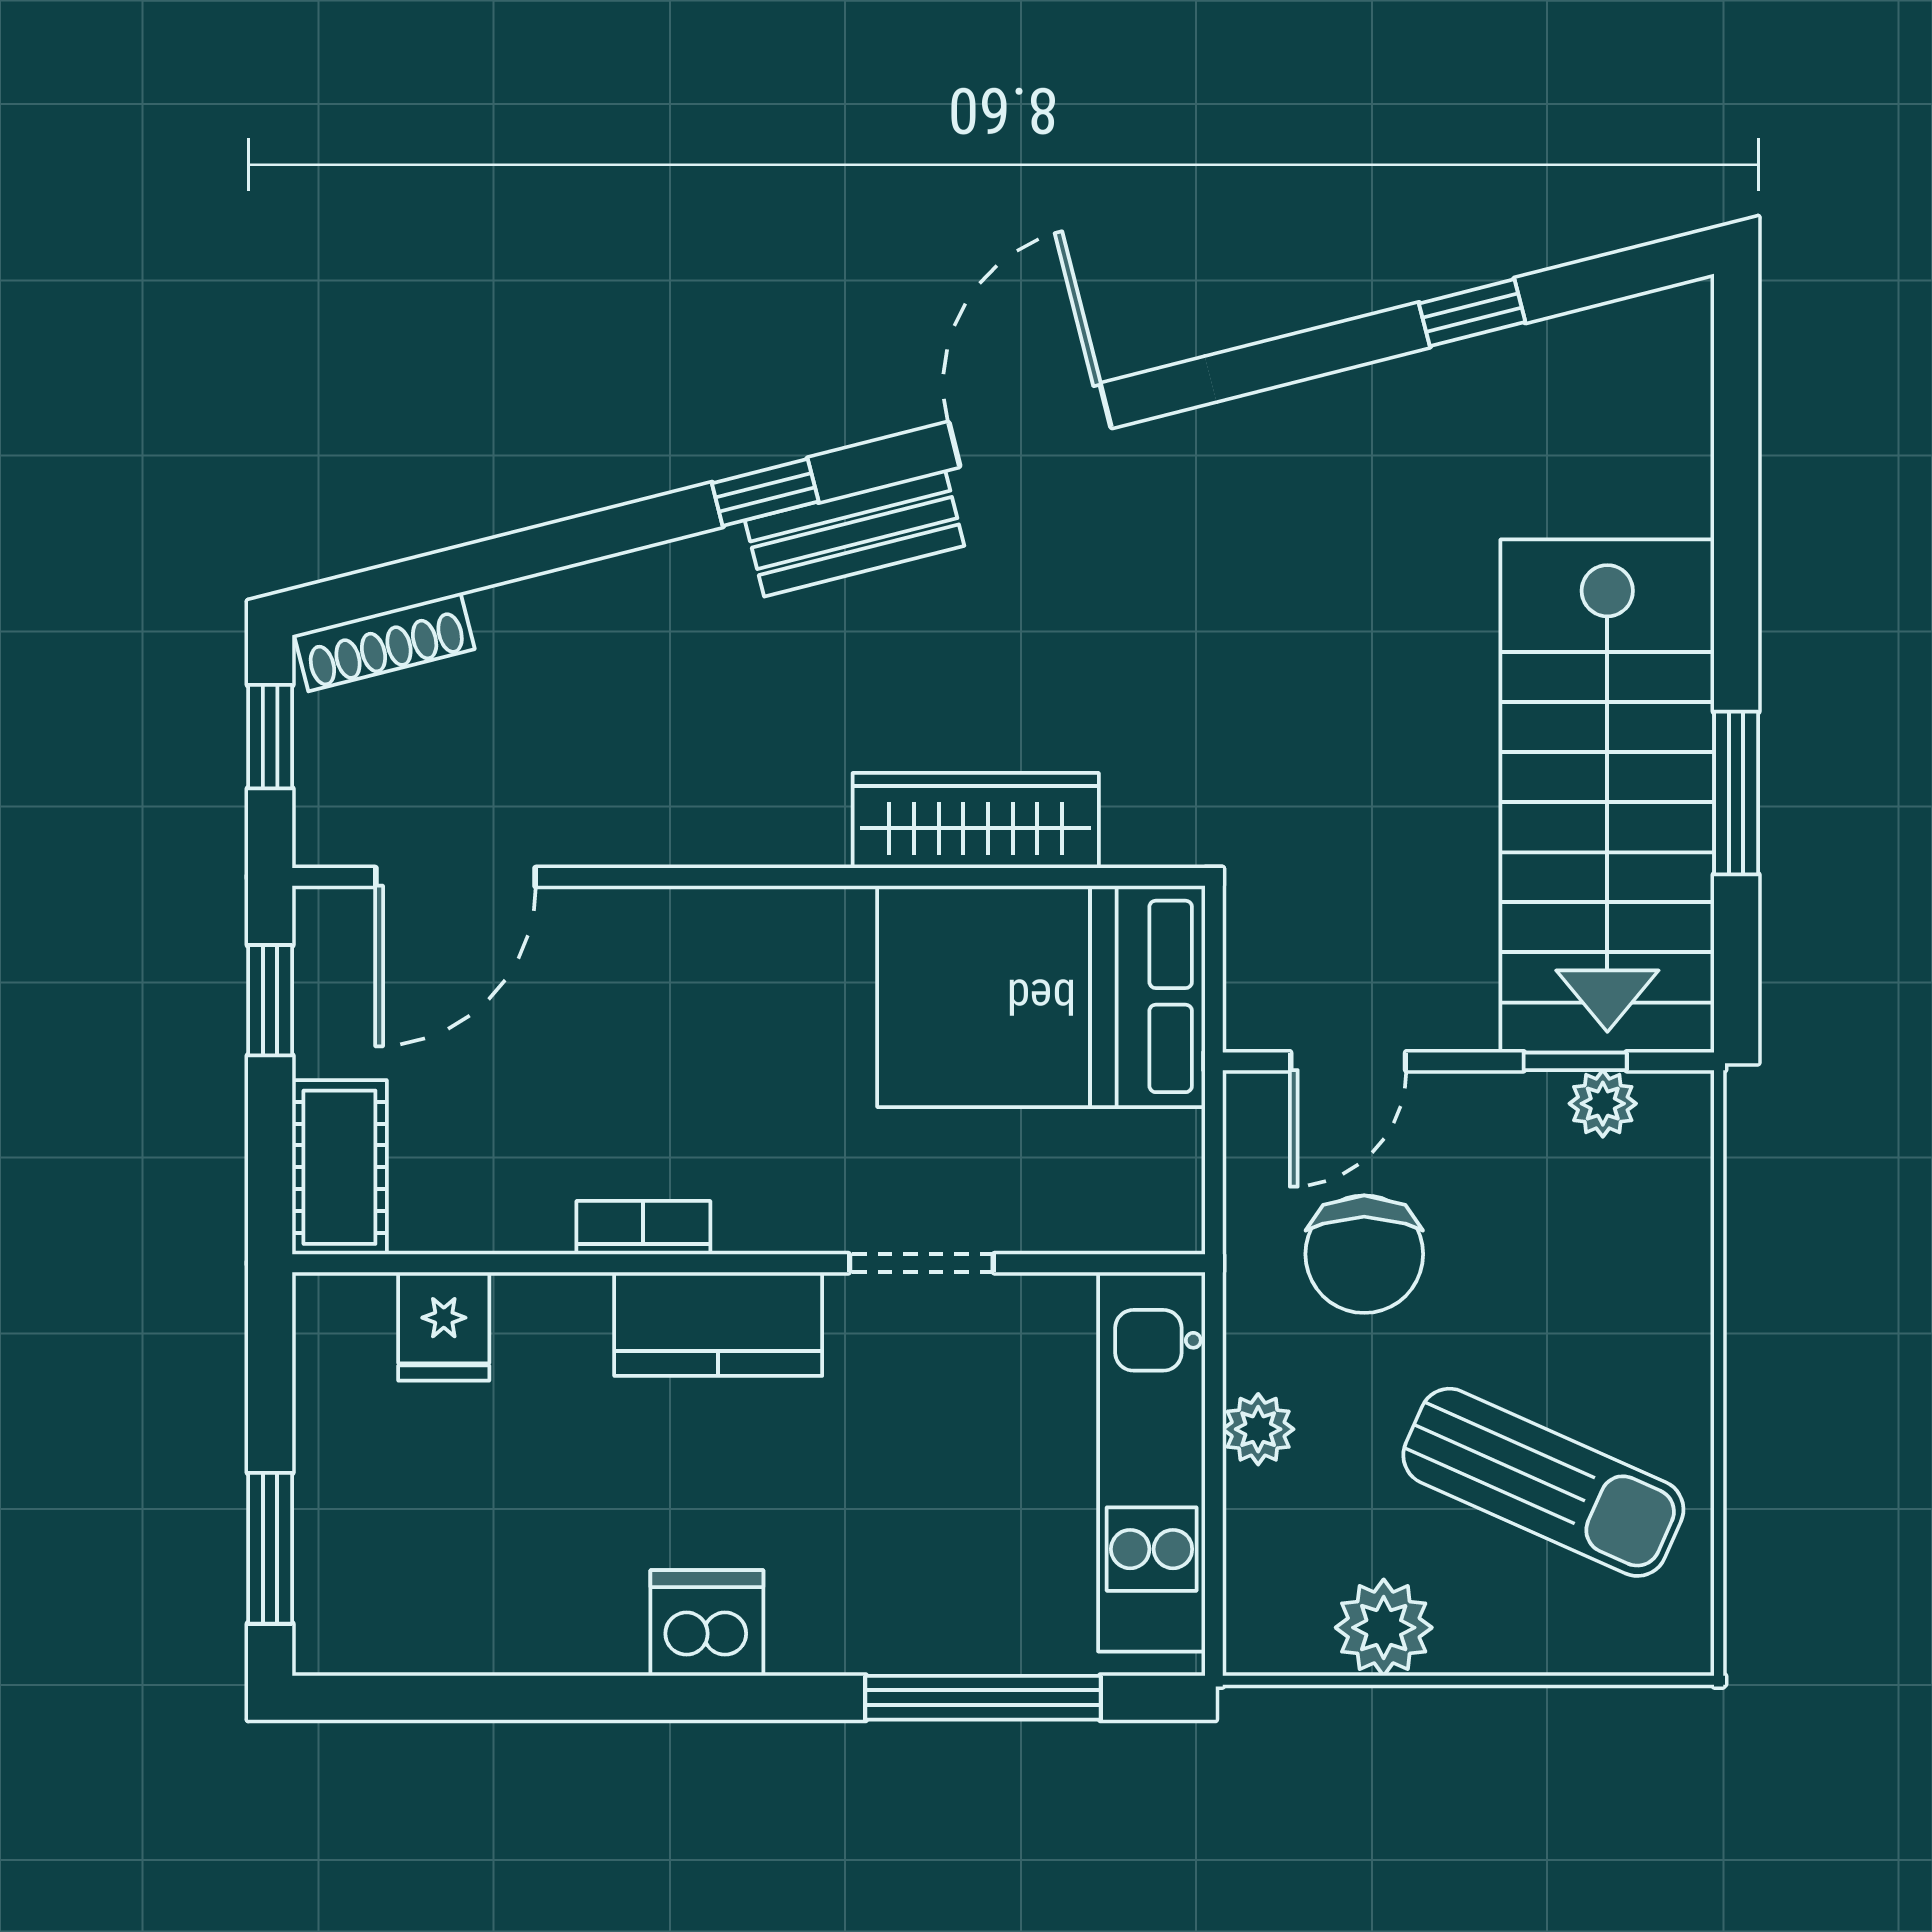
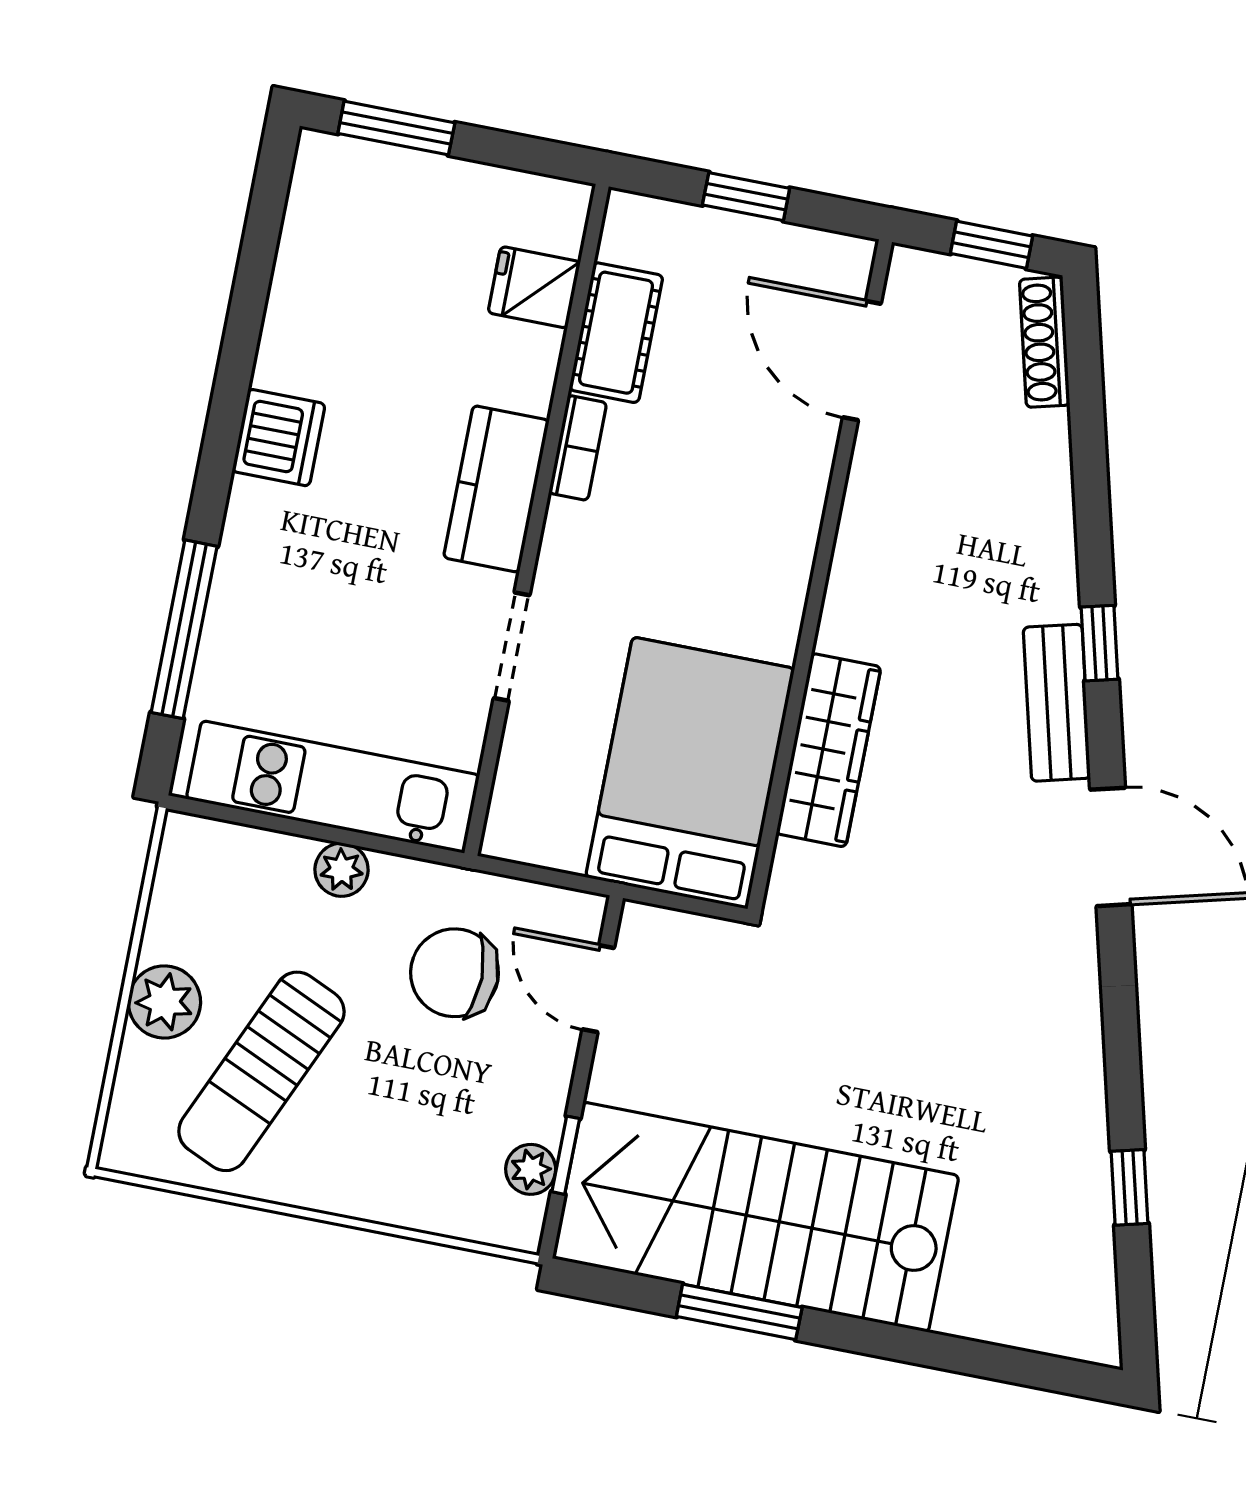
window: (270, 1000) -> (746, 197), moved
cot: (339, 1167) -> (616, 333), moved, turned 90
plant: (1384, 1628) -> (164, 1002), moved

